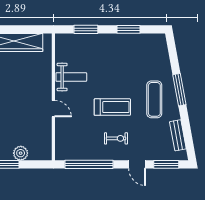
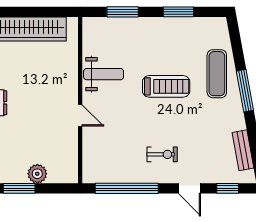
exercise mat: (154, 99) -> (217, 74), moved
treadmill: (112, 107) -> (166, 86), moved
window: (166, 164) -> (228, 188), width x0.67

